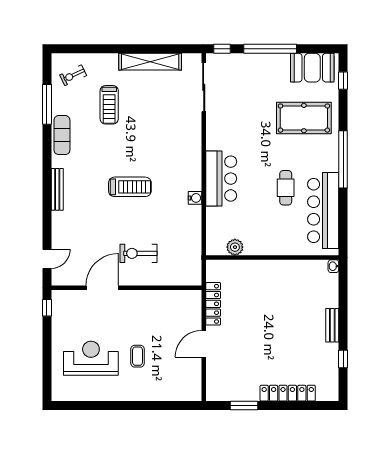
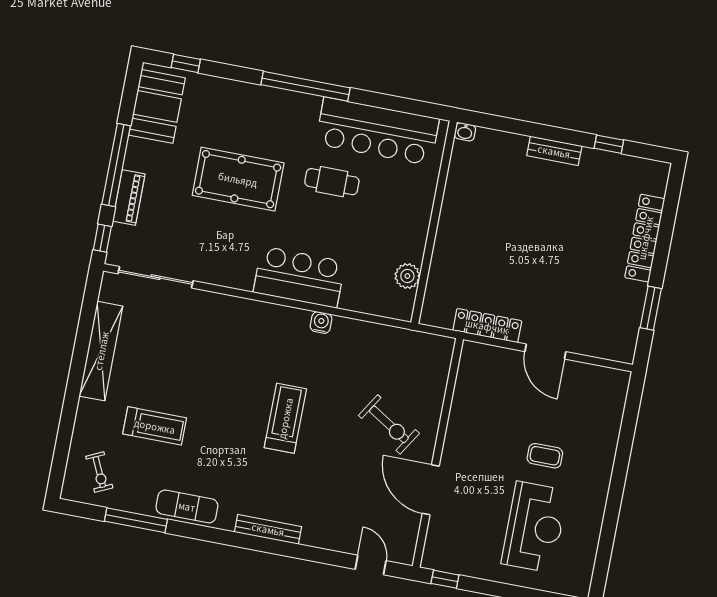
piano: (251, 61) -> (129, 198), added
pool table: (304, 118) -> (238, 179), moved, turned 90
exercise bike: (139, 253) -> (389, 424), turned -58
reception desk: (91, 358) -> (534, 527), turned 180

